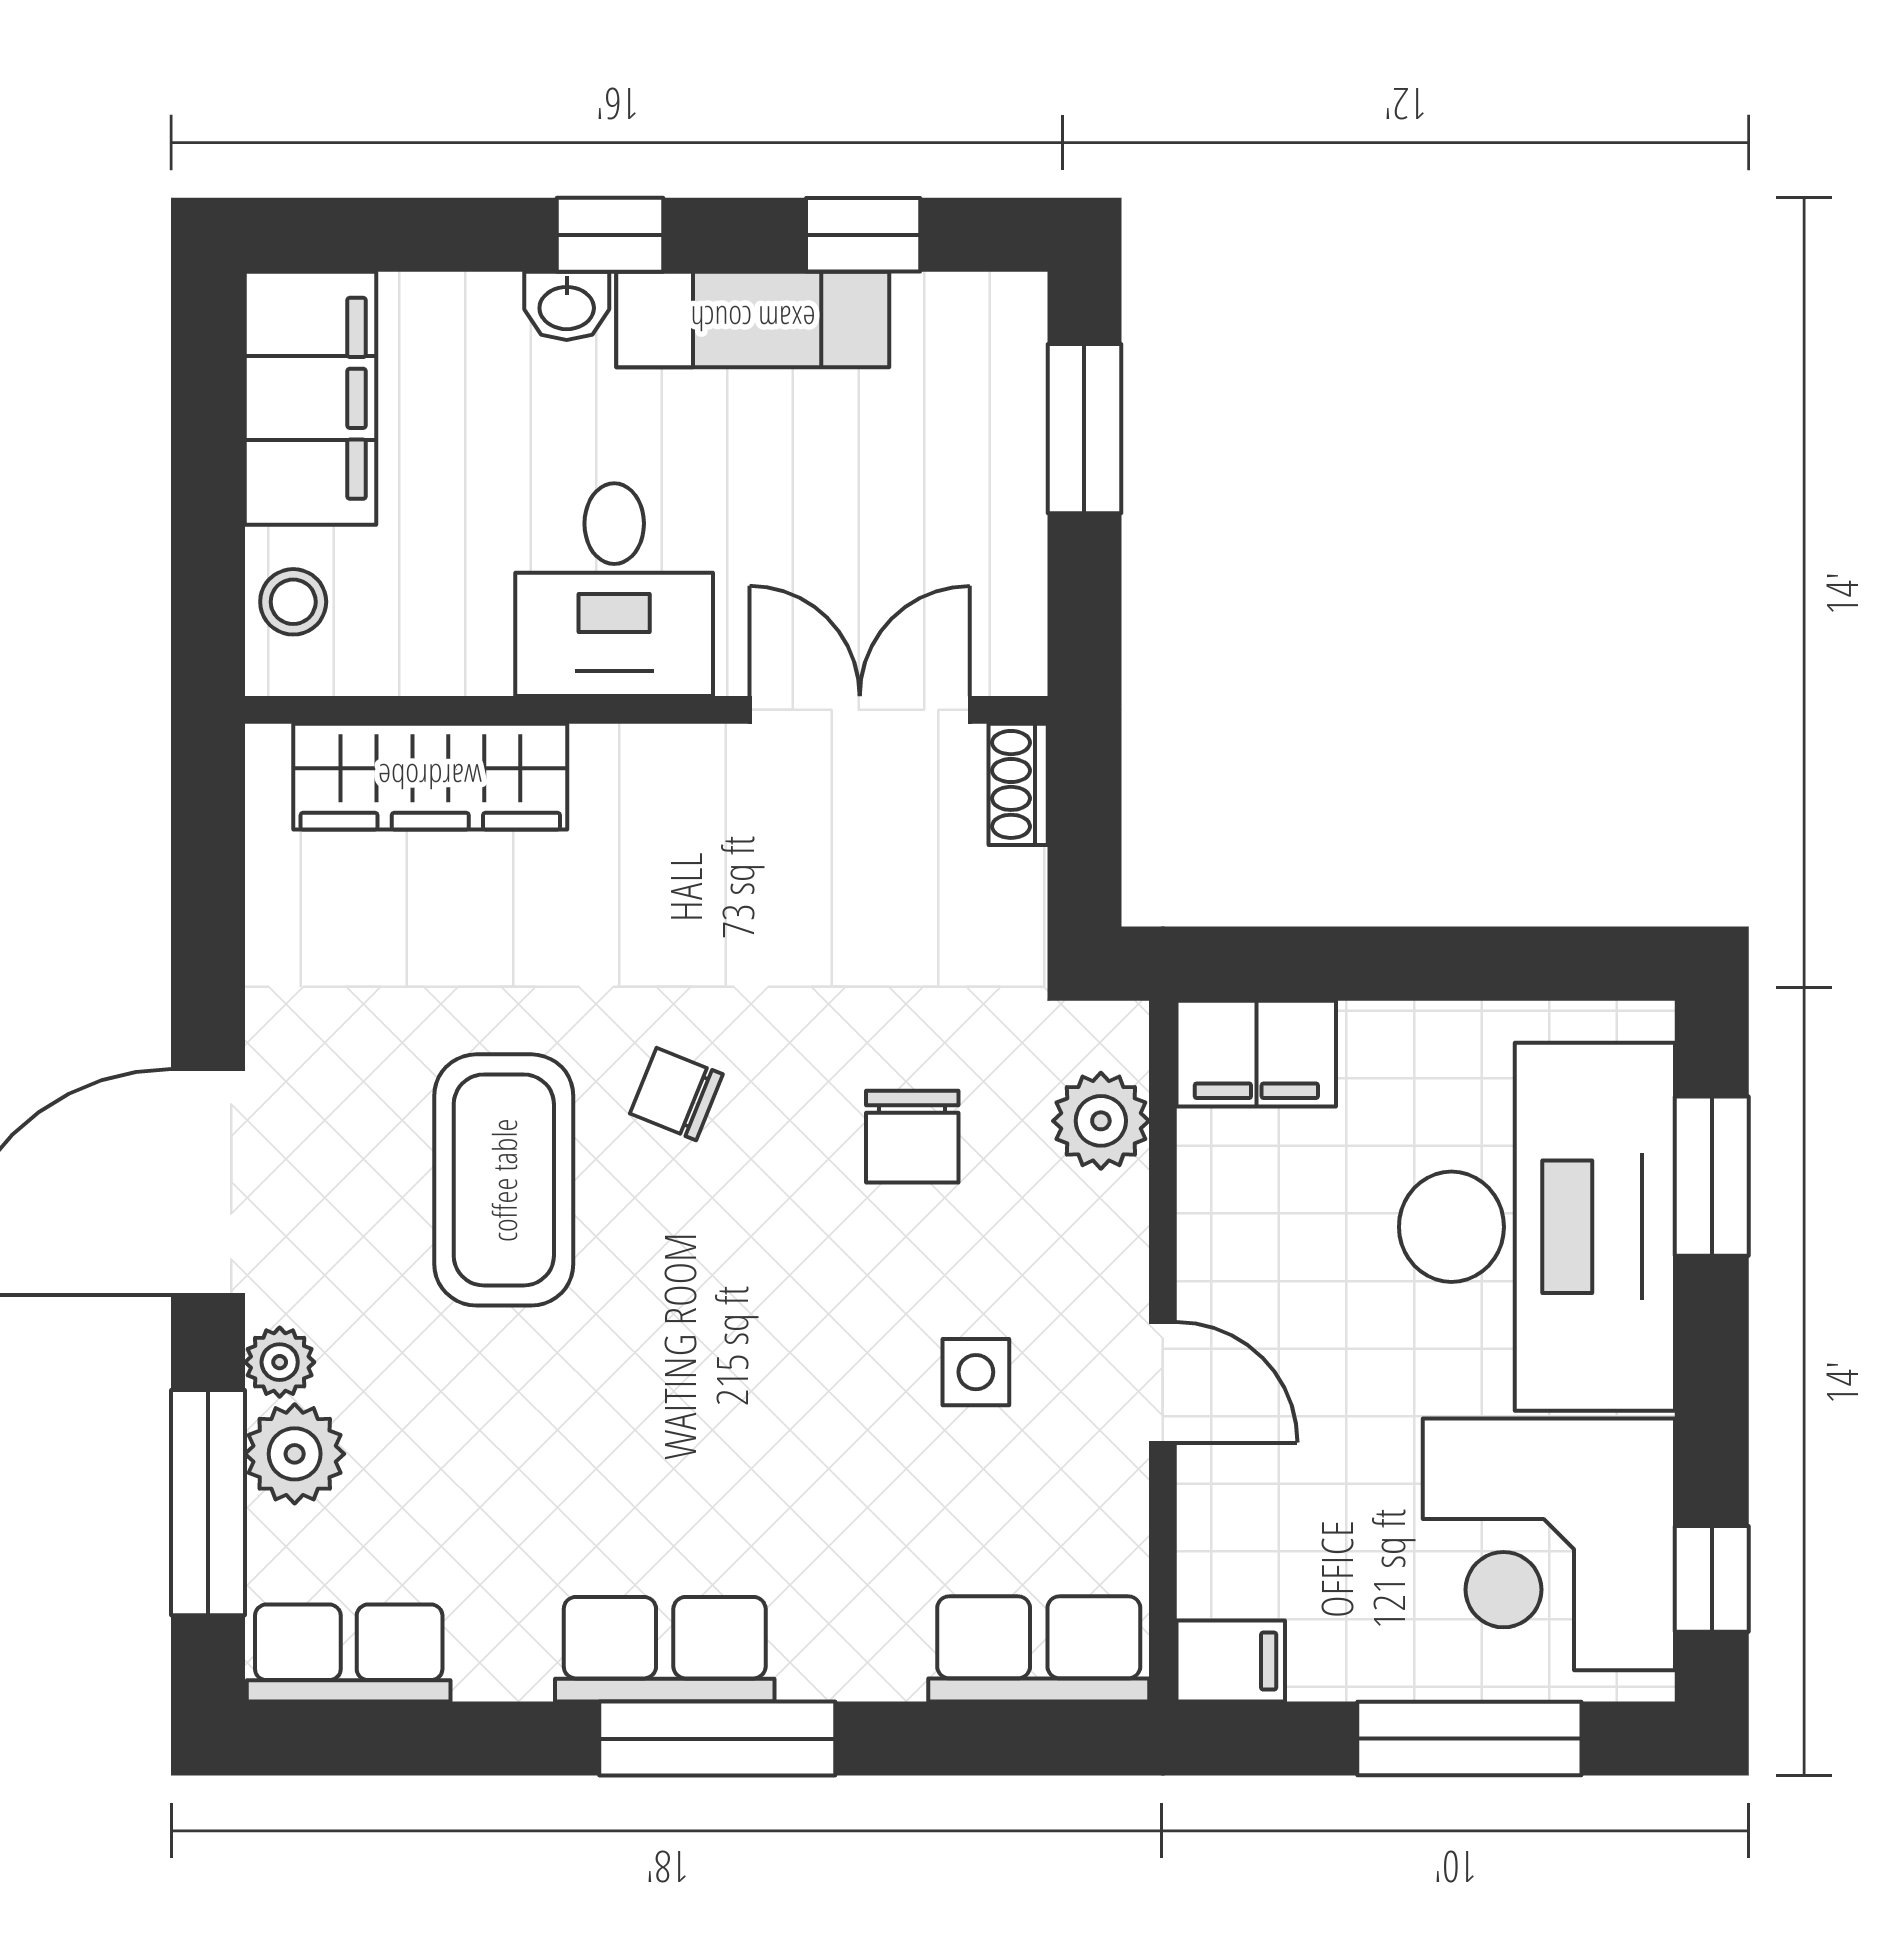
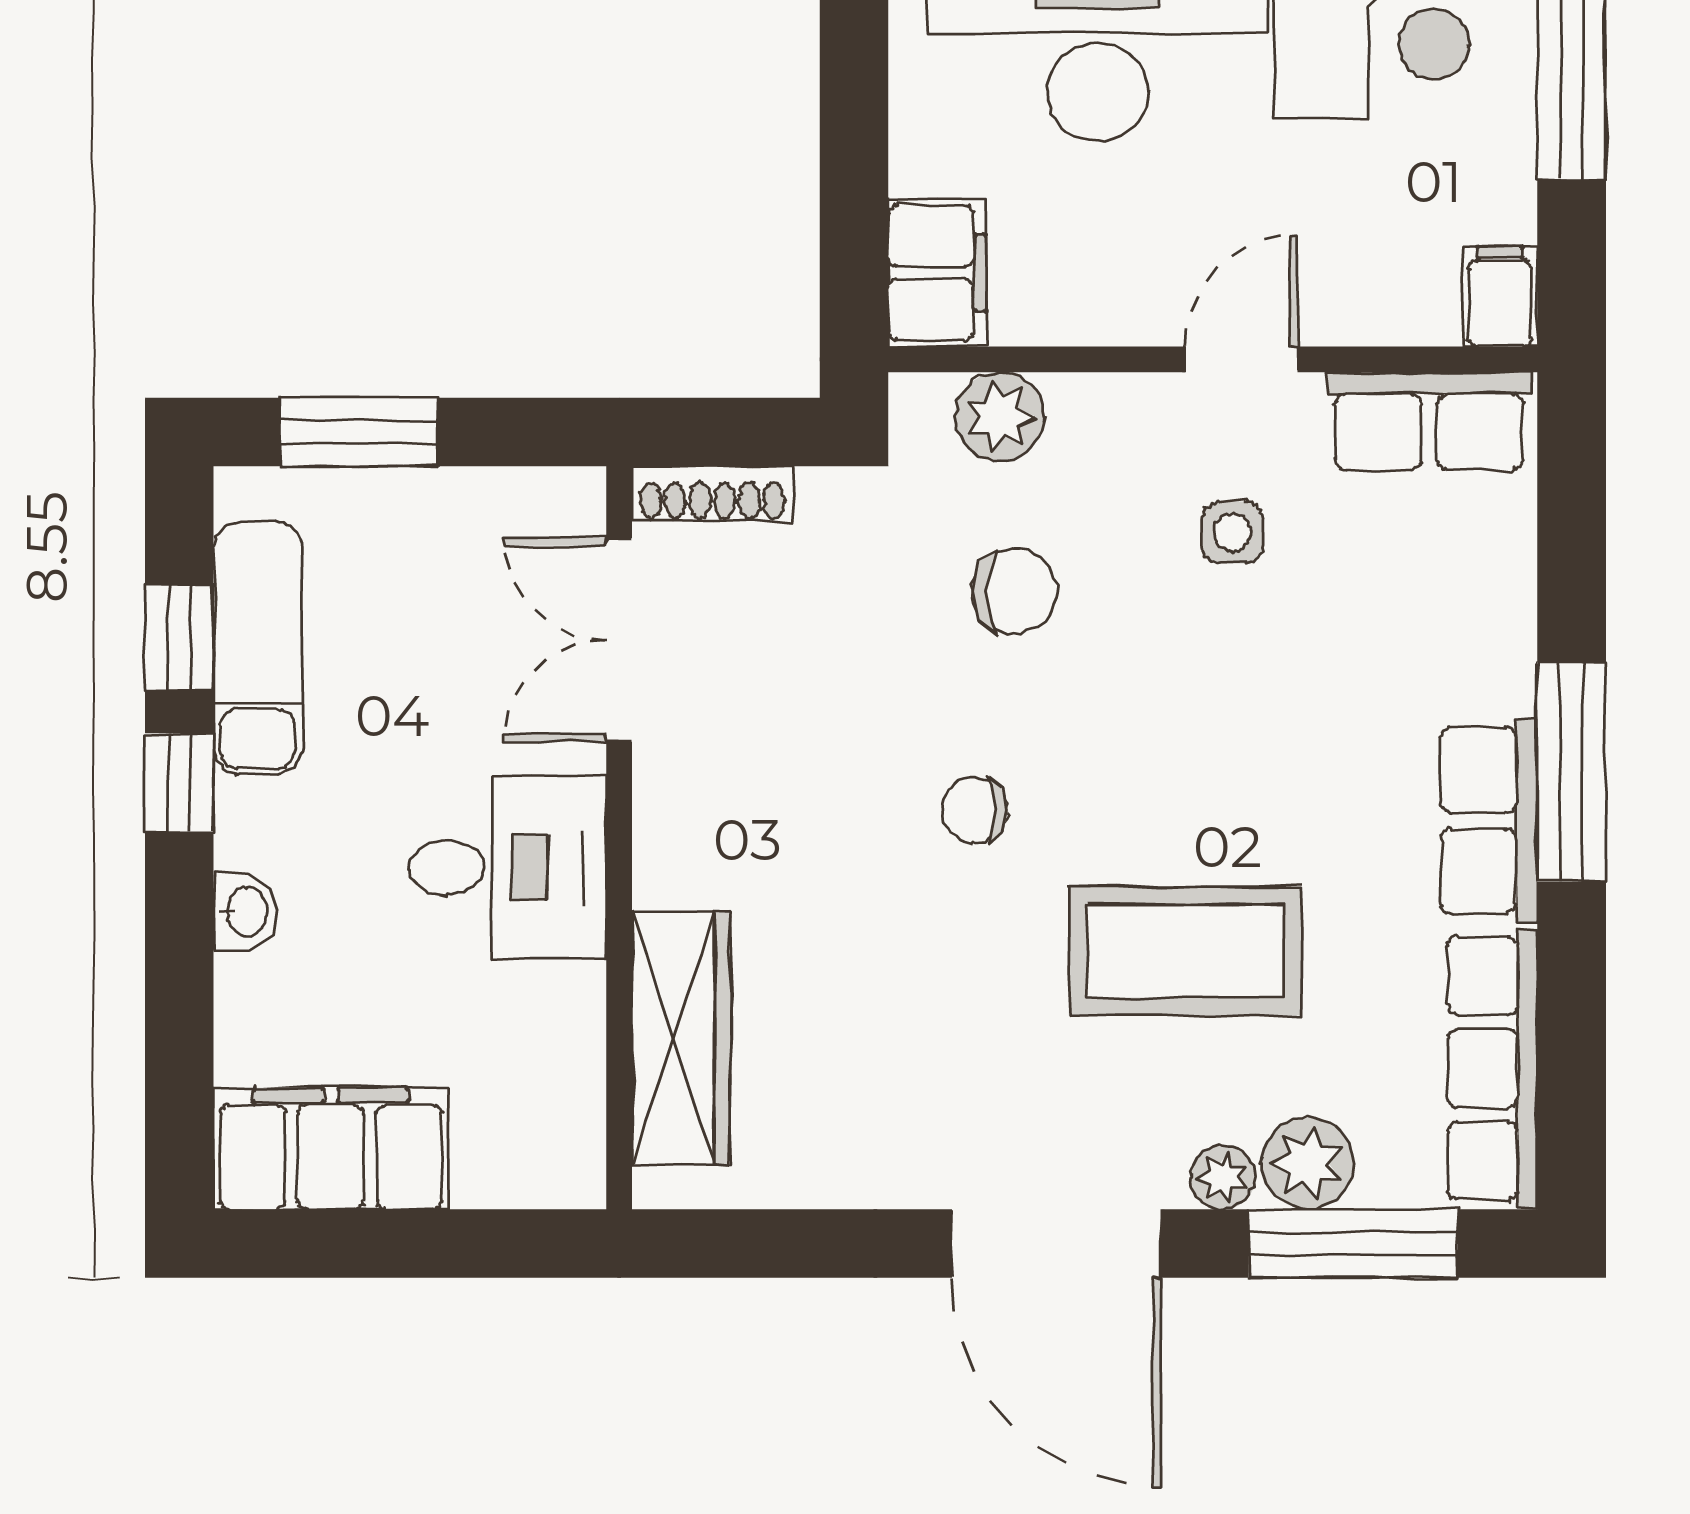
window: (610, 235) -> (179, 783), moved
exam couch: (753, 319) -> (258, 648), moved
stool: (293, 602) -> (519, 1165), removed
shoe rack: (1018, 784) -> (712, 493), width x1.43
chair: (676, 1094) -> (975, 810), turned 68
coffee table: (504, 1180) -> (1185, 951), moved
row of seats: (1039, 1649) -> (1429, 421), moved, turned -90
row of seats: (349, 1653) -> (1492, 1068), width x1.48

